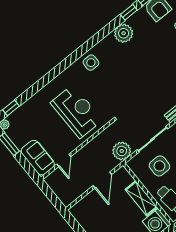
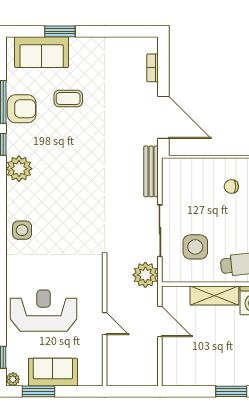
reception desk: (76, 111) -> (44, 311), moved
sofa: (38, 158) -> (53, 372), moved
door: (64, 160) -> (105, 324), moved

